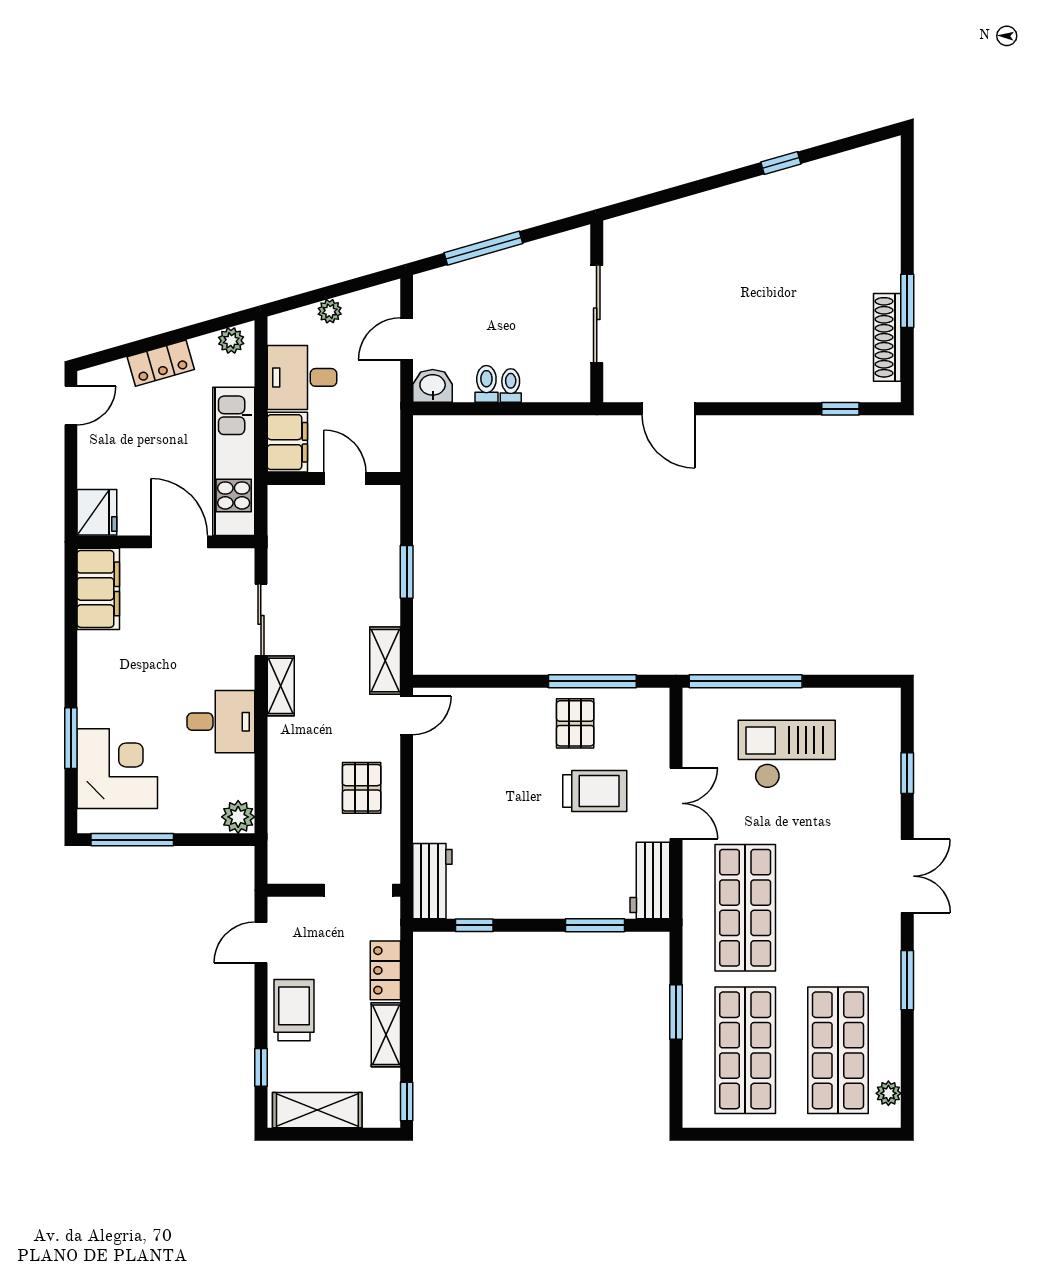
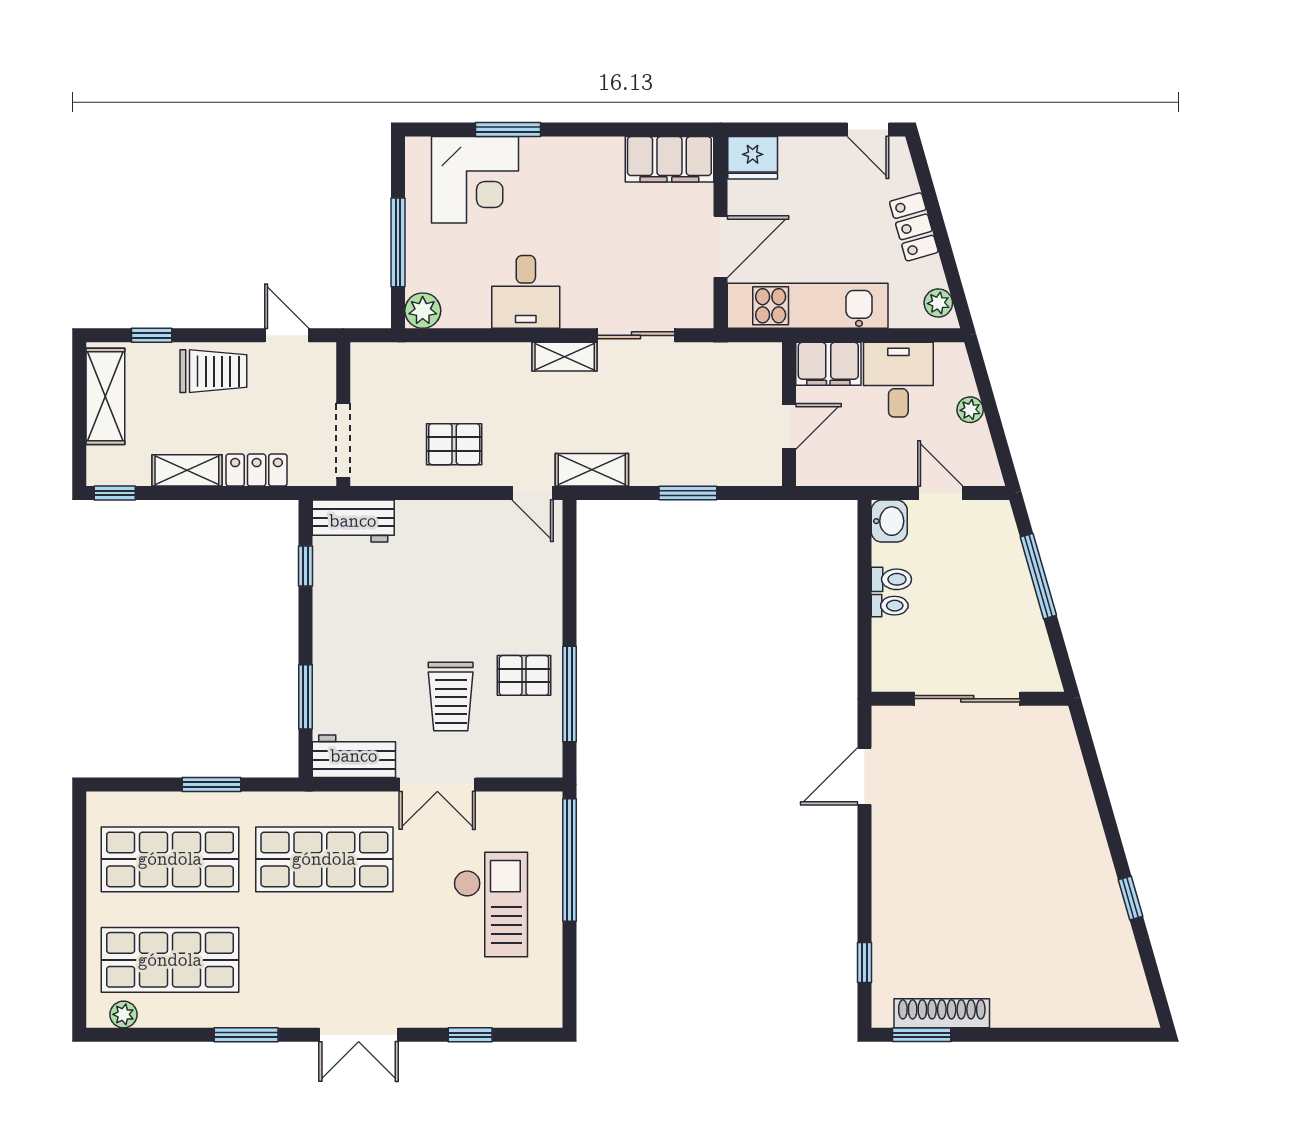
window: (907, 301) -> (922, 1035), moved
window: (132, 840) -> (398, 242), moved

